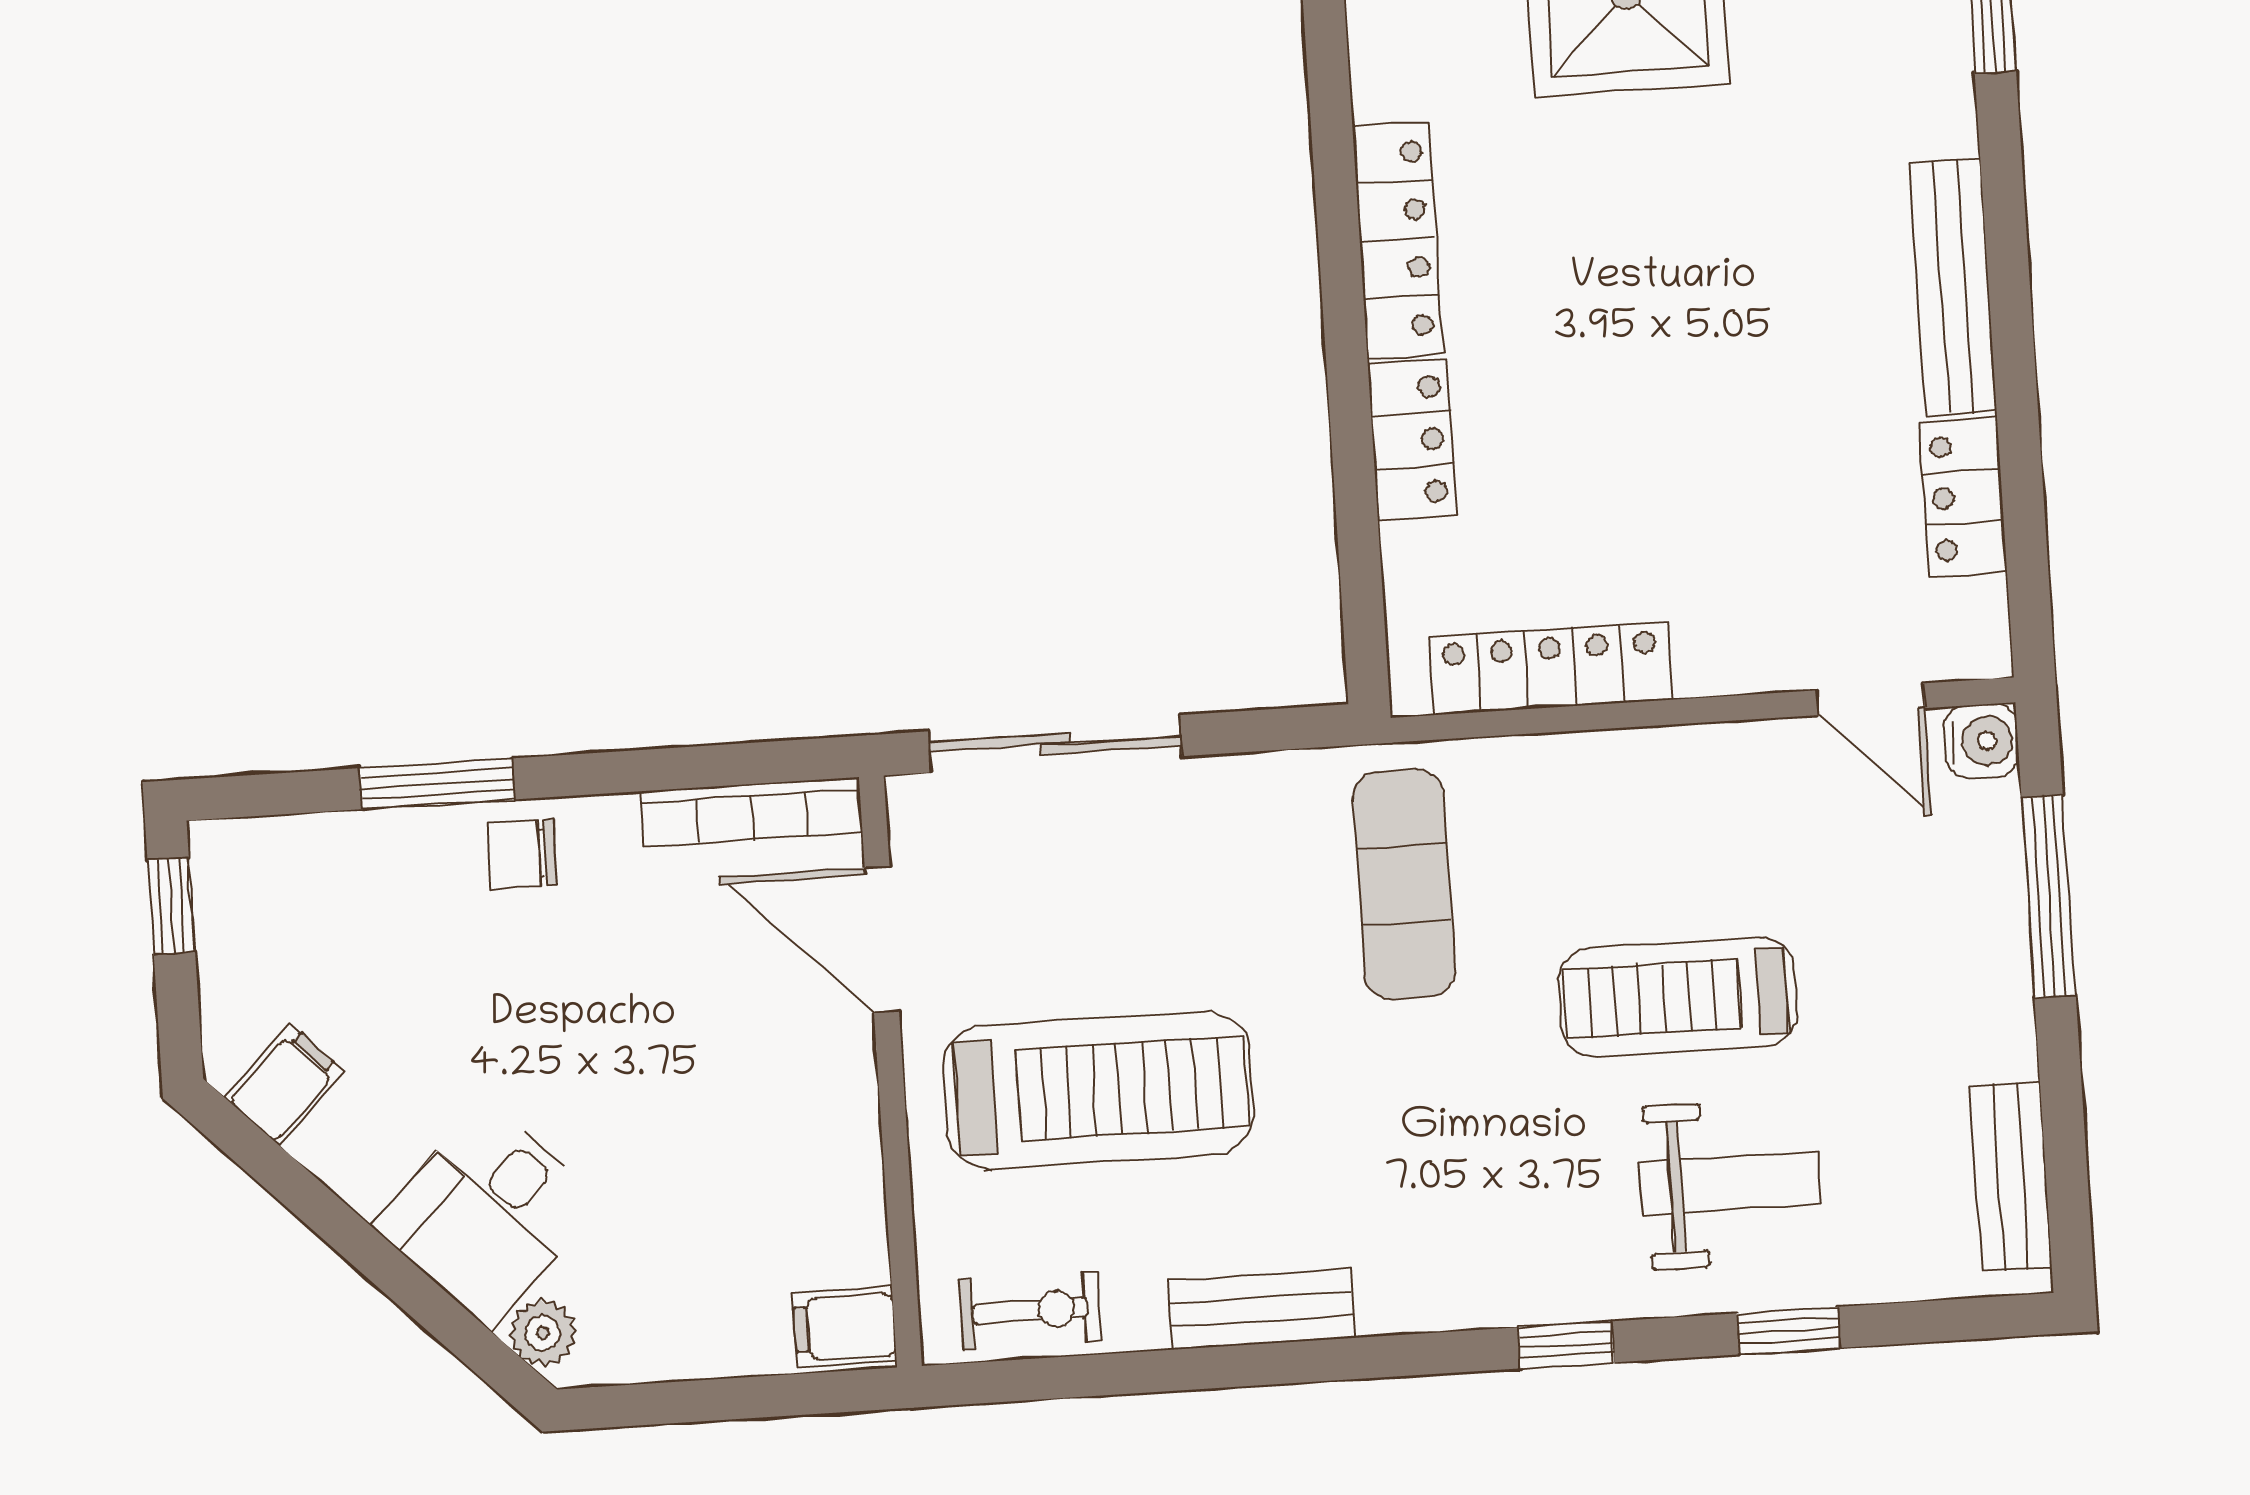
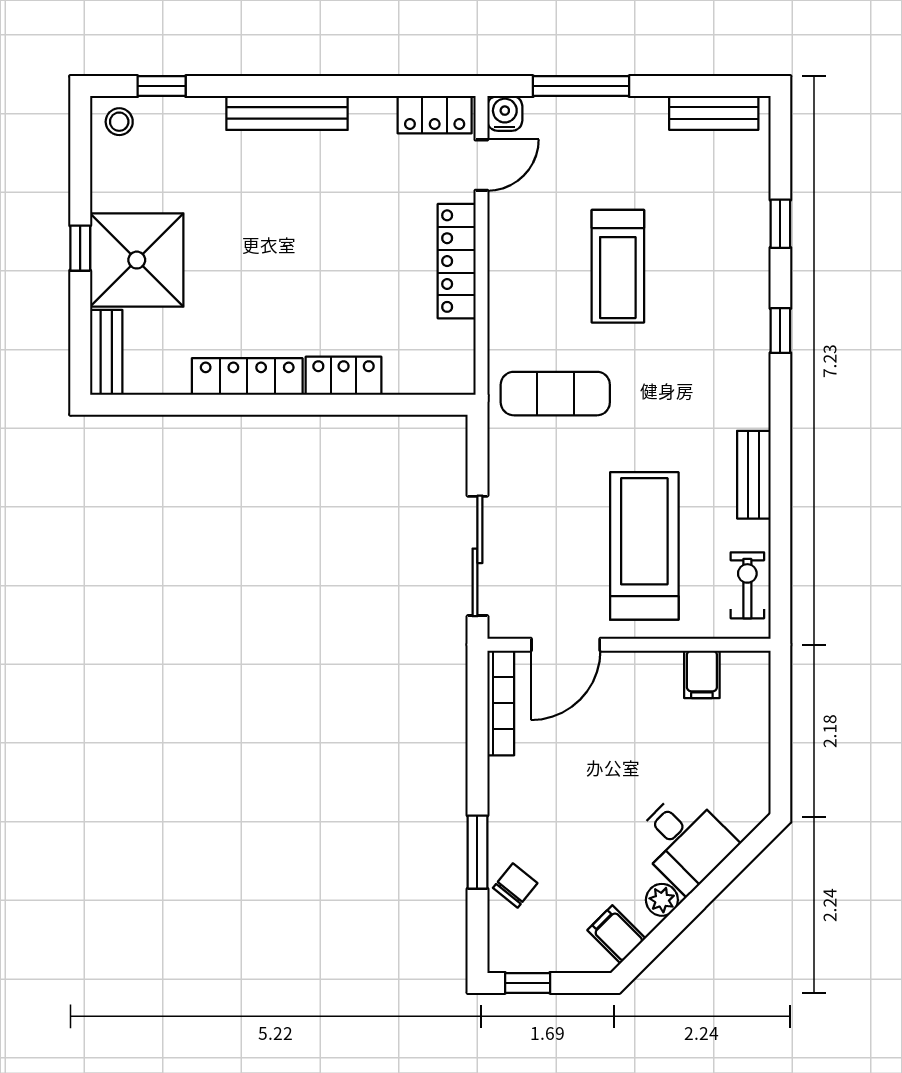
locker: (1963, 497) -> (435, 115), moved
locker: (1550, 668) -> (457, 261), moved
chair: (522, 854) -> (515, 886), moved, turned -141
weight bench: (1730, 1183) -> (708, 247), removed
filing cabinet: (845, 1327) -> (702, 674), moved
plant: (543, 1333) -> (662, 900), moved

